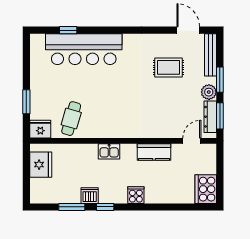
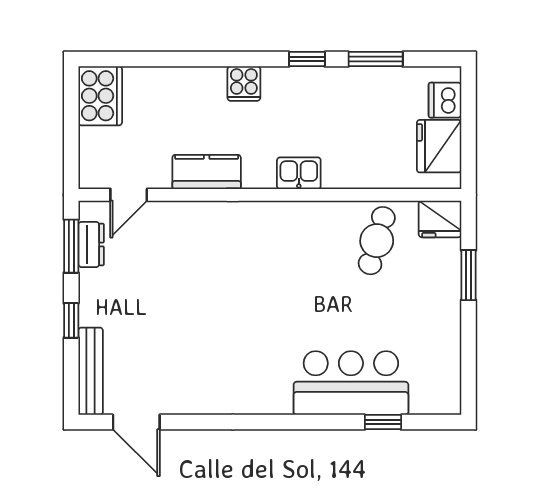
bar counter: (84, 49) -> (351, 383), width x0.73
rug: (169, 67) -> (177, 346), removed
window: (220, 80) -> (71, 320), width x0.67
plant: (209, 92) -> (94, 295), removed
dresser: (210, 117) -> (91, 244), width x0.70
dishwasher: (90, 196) -> (445, 100), moved, turned 90

